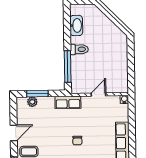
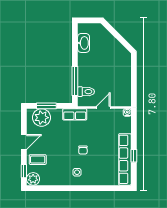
toilet: (79, 49) -> (86, 92), moved
plant: (32, 102) -> (42, 118), width x1.88, depth x1.88
window: (132, 146) -> (134, 156), added

